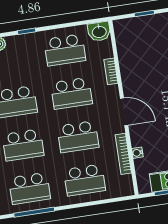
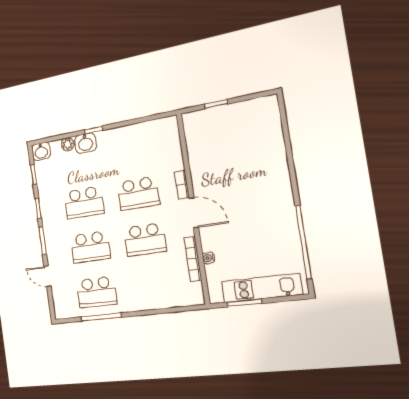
washbasin: (99, 31) -> (85, 143), moved
school desk: (65, 50) -> (132, 148), removed
bookcase: (111, 71) -> (182, 185), moved
school desk: (85, 180) -> (152, 286), removed

